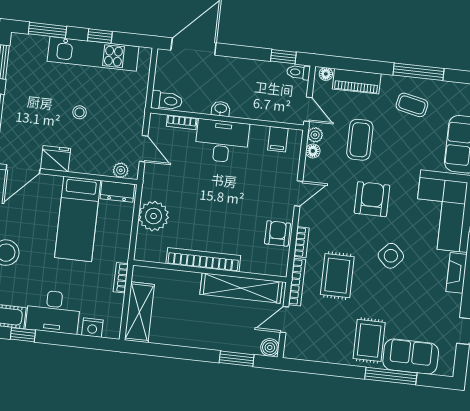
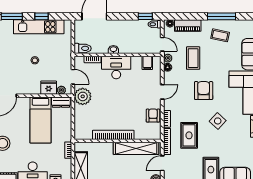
fridge: (56, 159) -> (49, 88), moved
plant: (154, 216) -> (83, 96), moved

